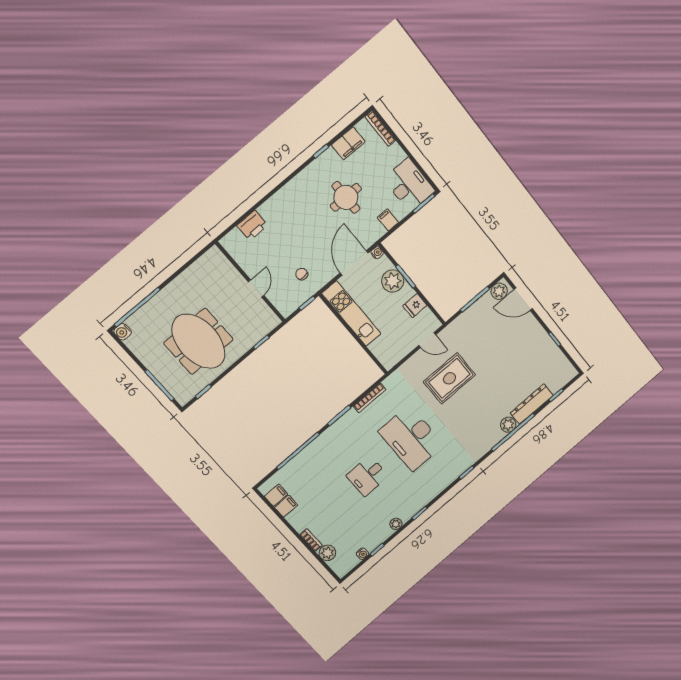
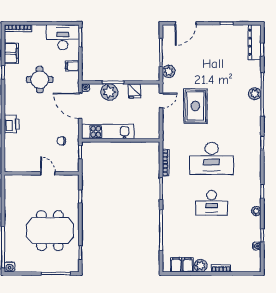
printer: (252, 225) -> (12, 124), moved
plant: (499, 291) -> (169, 71), moved
dresser: (532, 404) -> (255, 42), moved
desk: (367, 476) -> (212, 203), width x1.37
plant: (327, 553) -> (201, 266), moved

